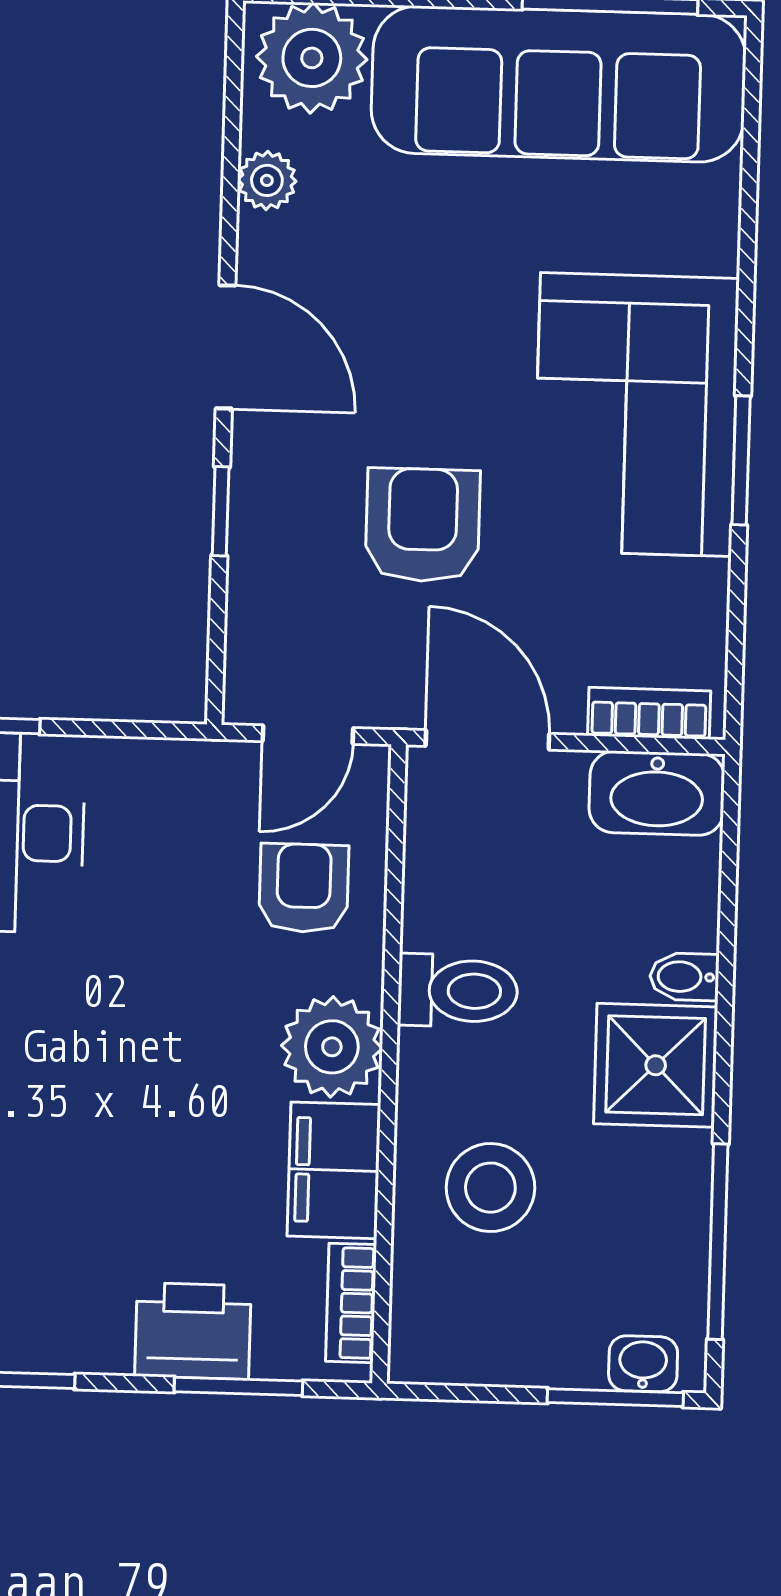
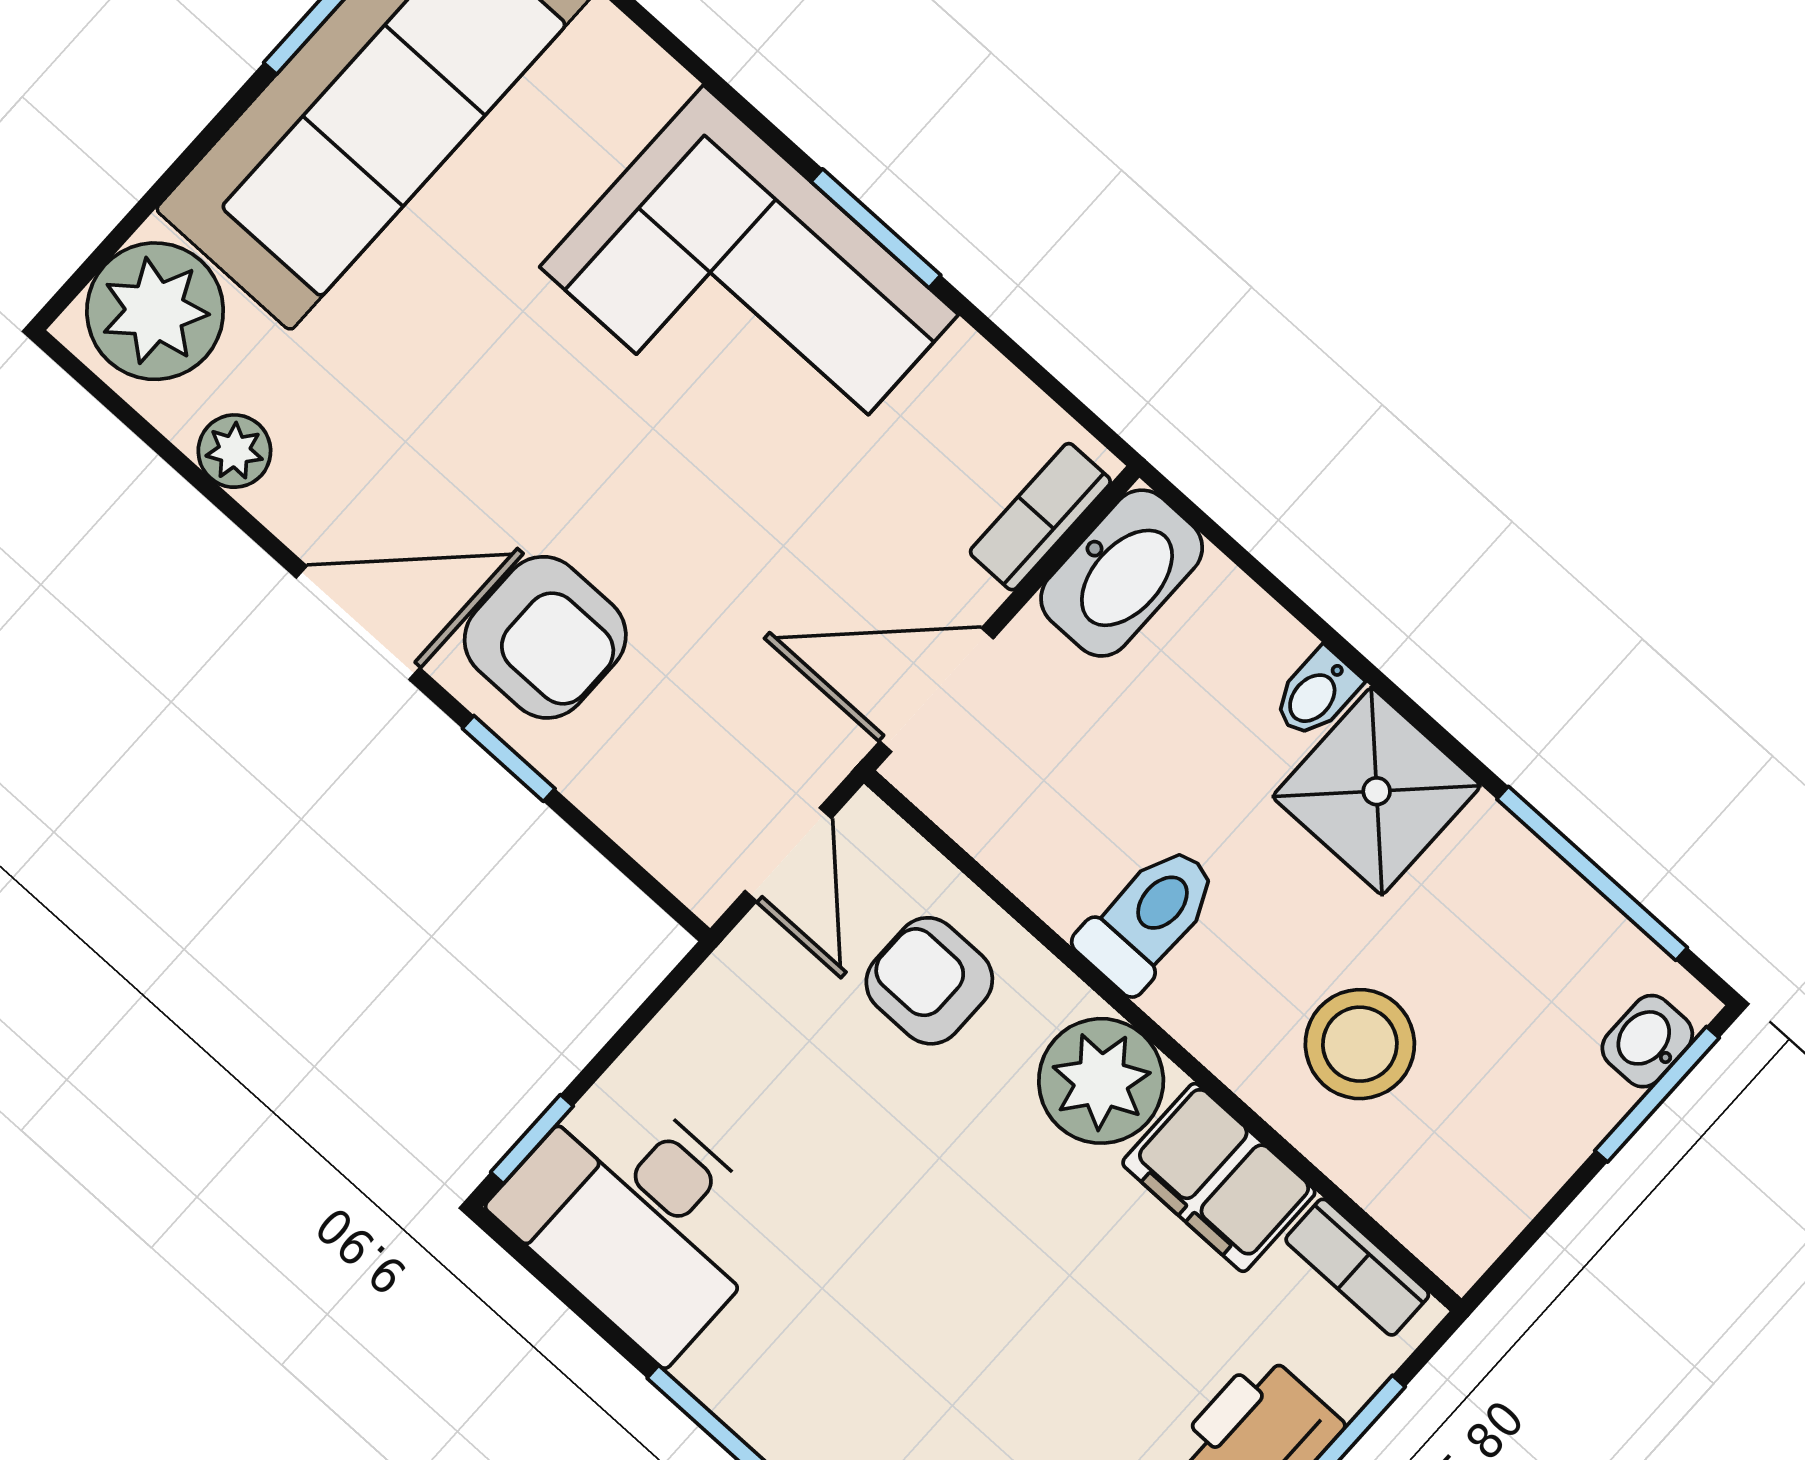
armchair: (423, 525) -> (545, 637), moved, turned 180

